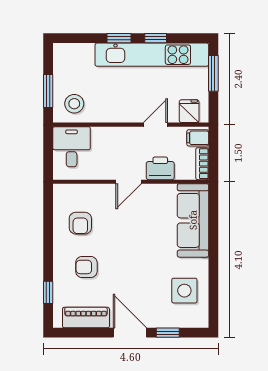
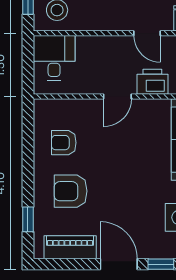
door: (155, 125) -> (147, 33), swing flipped
armchair: (80, 223) -> (64, 143), turned 90
armchair: (86, 267) -> (71, 191), width x1.38, depth x1.38

